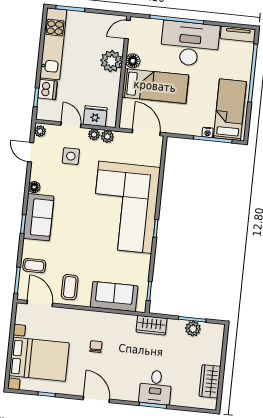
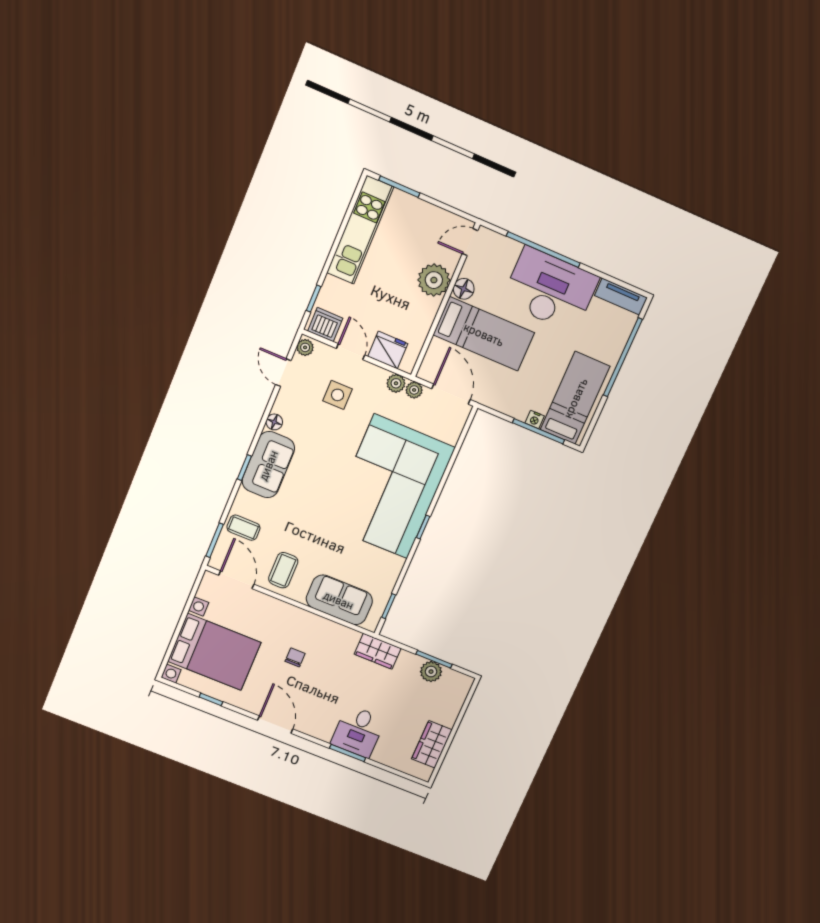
dishwasher: (47, 89) -> (325, 325), moved, turned -90
plant: (94, 134) -> (414, 390), moved

